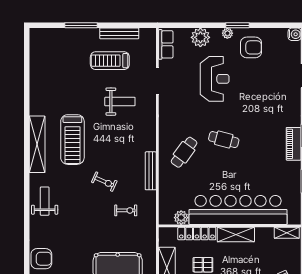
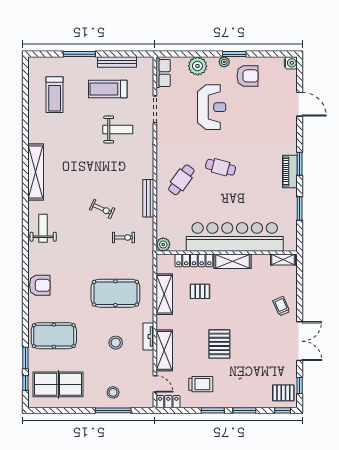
treadmill: (72, 140) -> (55, 95), moved, width x0.73, depth x0.73
plant: (181, 218) -> (163, 245), moved

